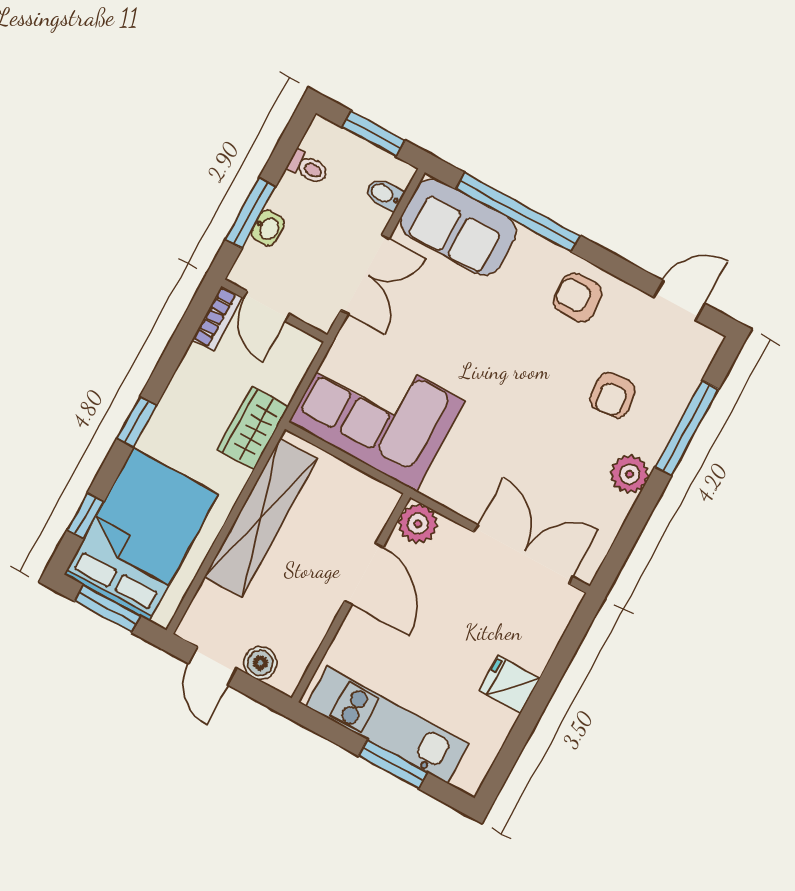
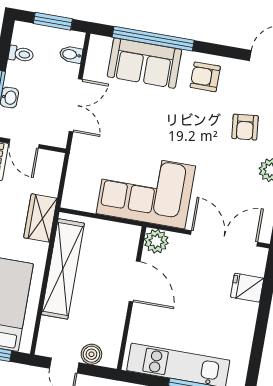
sofa: (458, 227) -> (144, 63), moved
corner sofa: (377, 411) -> (146, 190), moved
fridge: (509, 685) -> (247, 288), moved

